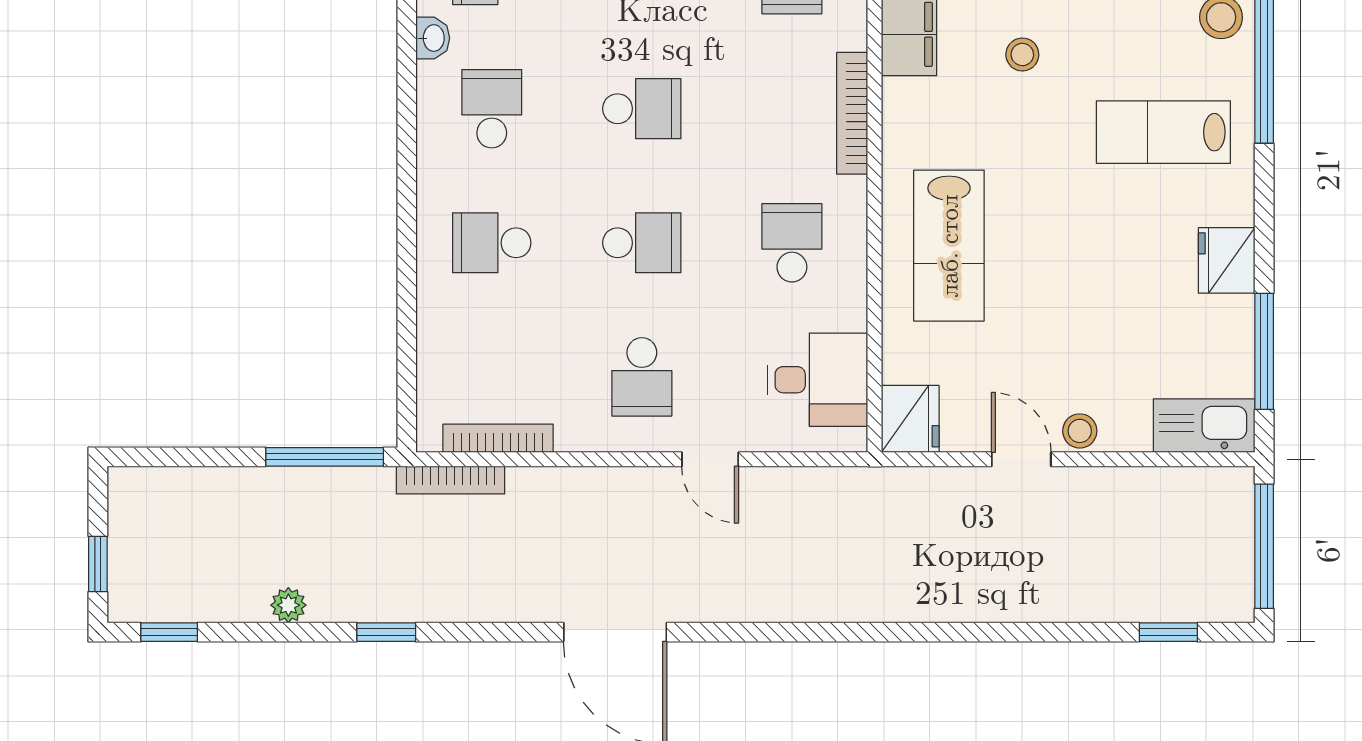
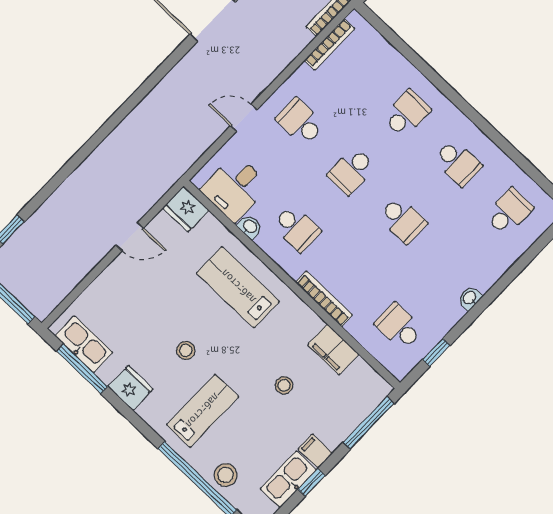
washbasin: (433, 38) -> (250, 227), moved, turned 180
school desk: (642, 109) -> (403, 220), turned -90
kitchen sink: (1204, 426) -> (84, 344), moved, turned -90
stool: (1080, 431) -> (186, 350), moved

